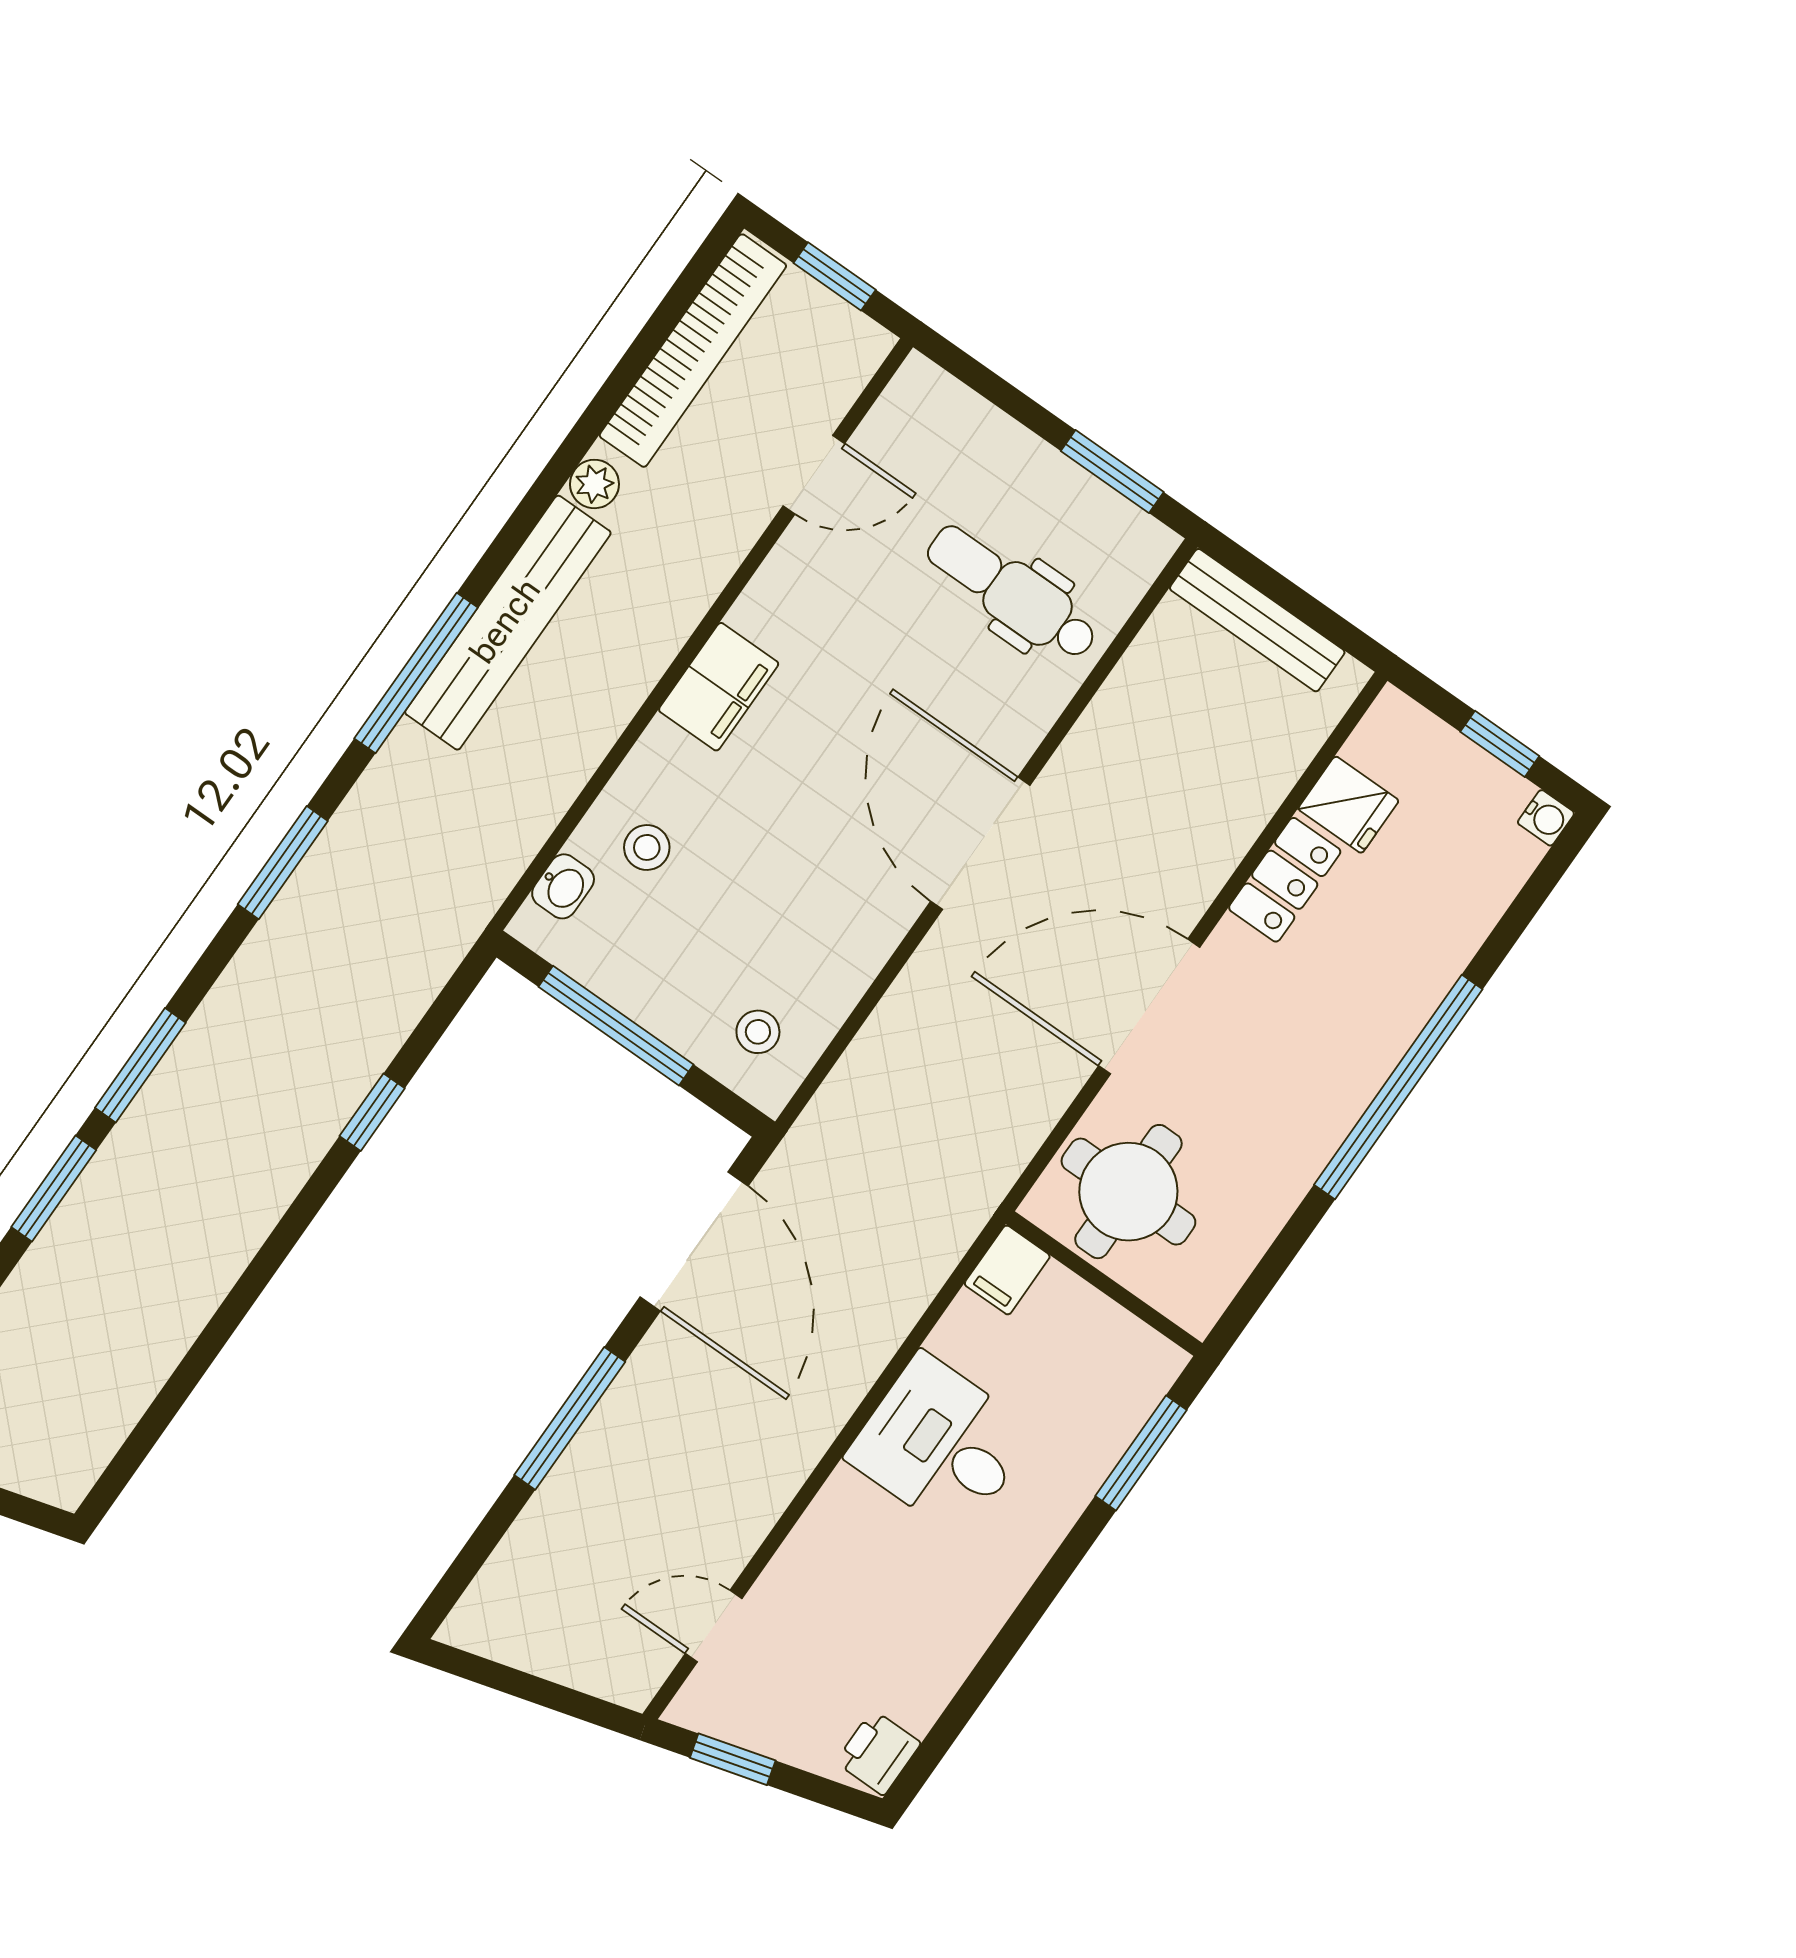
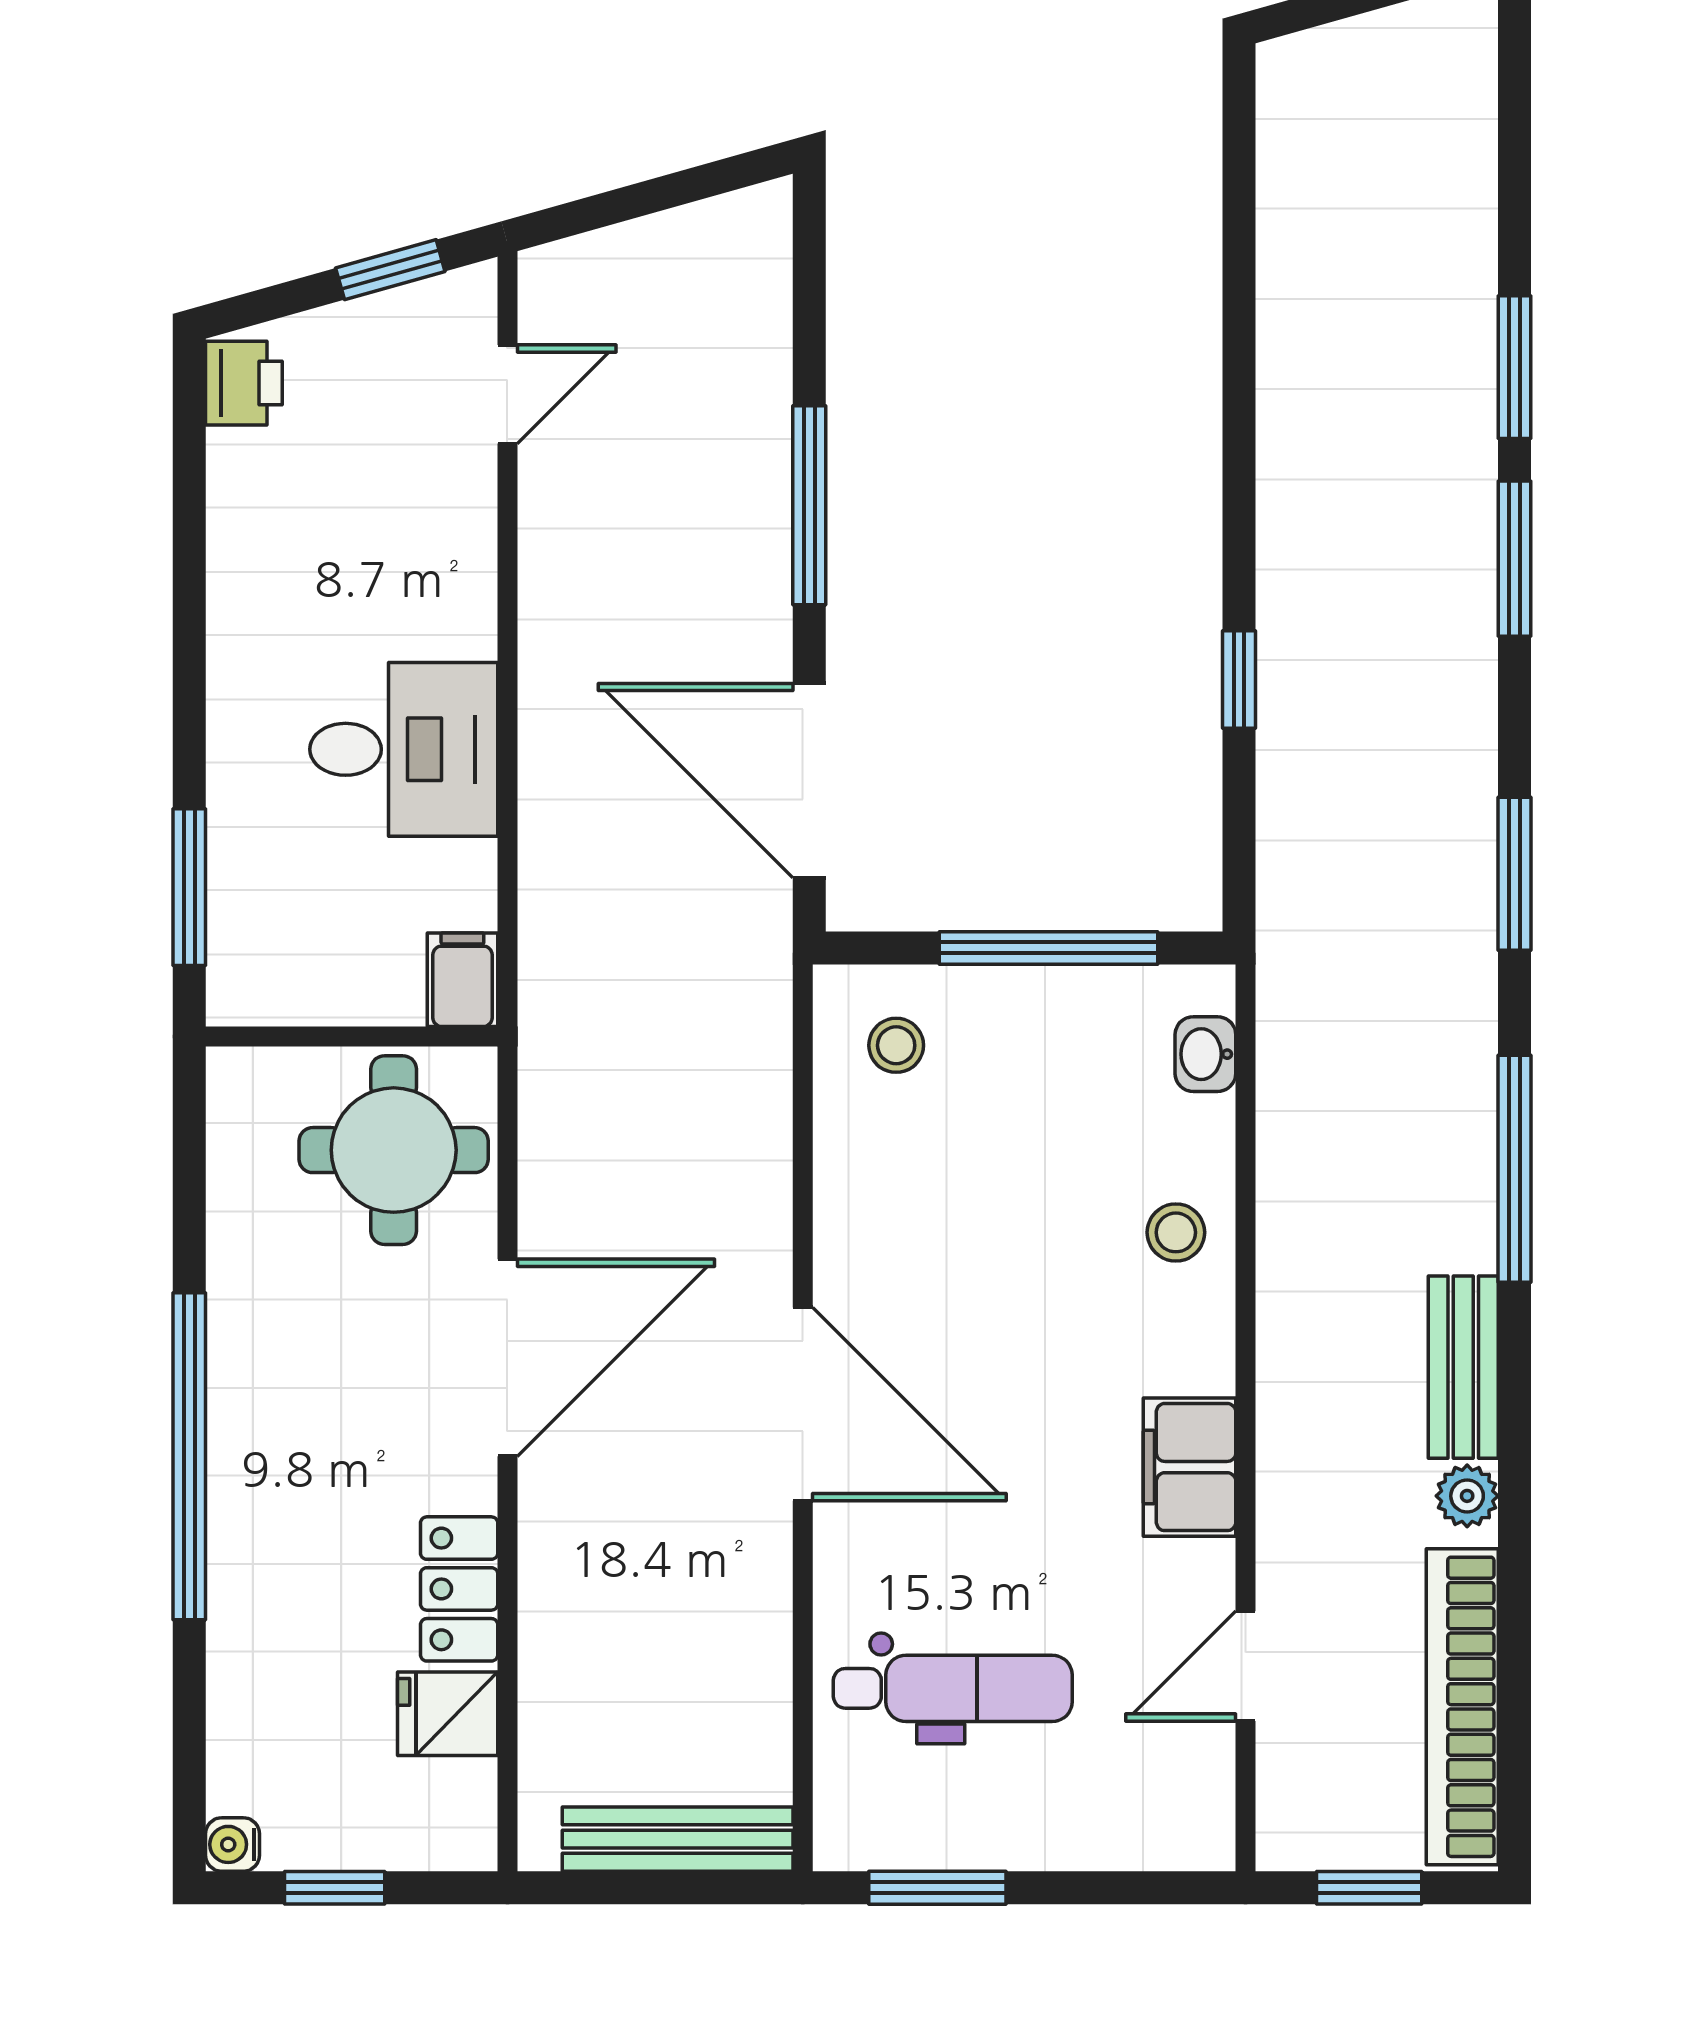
bench: (508, 623) -> (1463, 1367), width x0.54, depth x0.82
filing cabinet: (719, 687) -> (1190, 1467), moved
stool: (647, 847) -> (1176, 1232), moved

